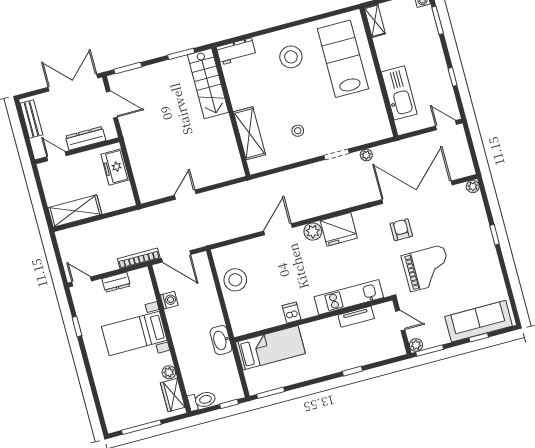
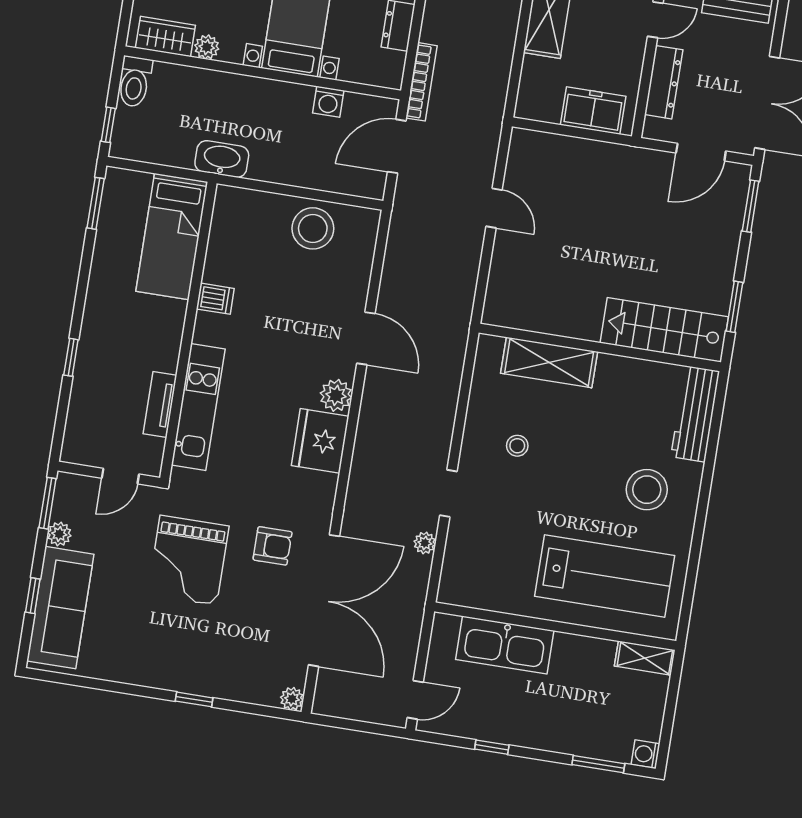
workbench: (236, 51) -> (695, 414), width x1.38
plant: (416, 345) -> (59, 534), moved

